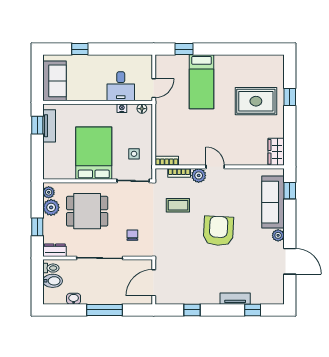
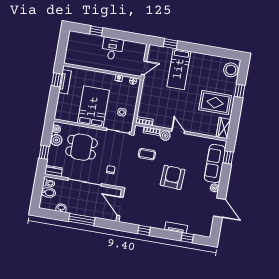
stool: (273, 71) -> (231, 70), added
sofa: (54, 81) -> (74, 50), removed
desk: (121, 86) -> (112, 49), moved, turned 180
rug: (256, 101) -> (215, 103), moved
door: (154, 283) -> (120, 206), hinge flipped

